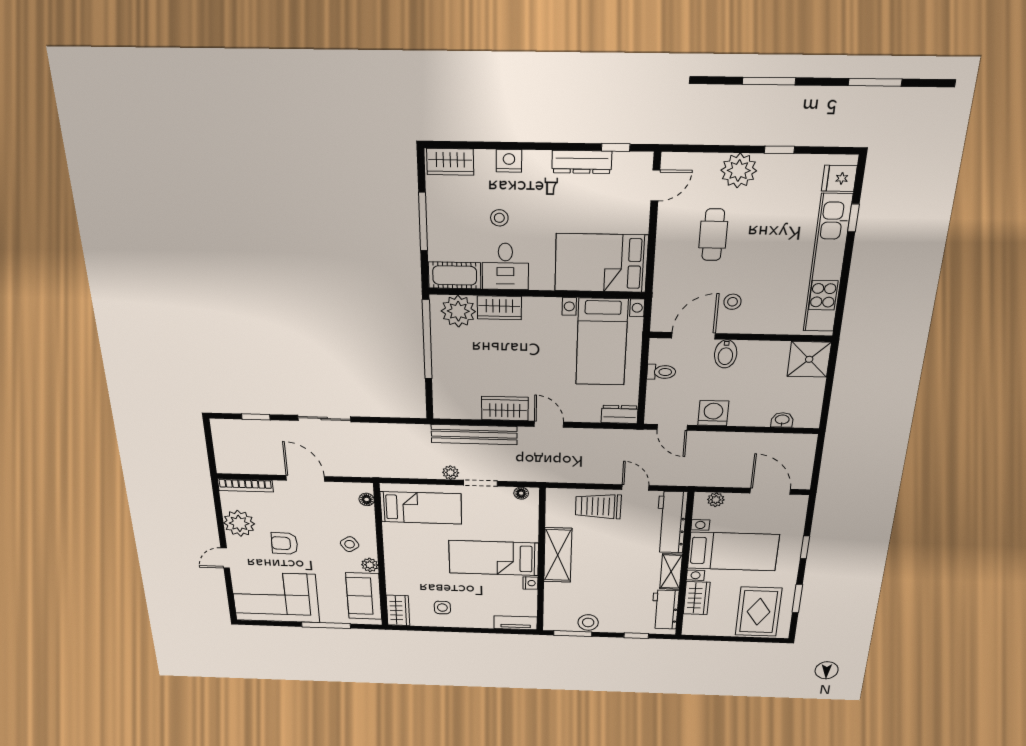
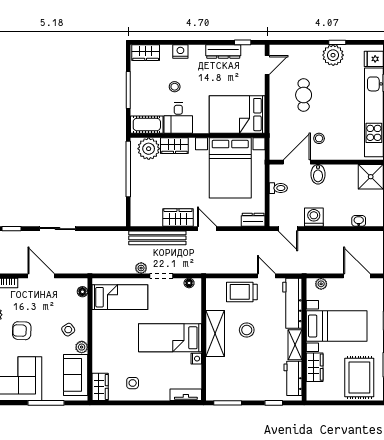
plant: (739, 171) -> (333, 55), moved
bed with nightstands: (602, 342) -> (230, 168), width x1.36
stool: (588, 622) -> (247, 330), moved

